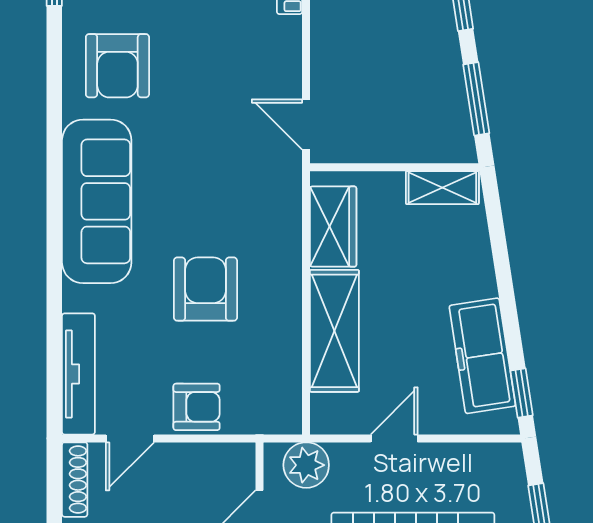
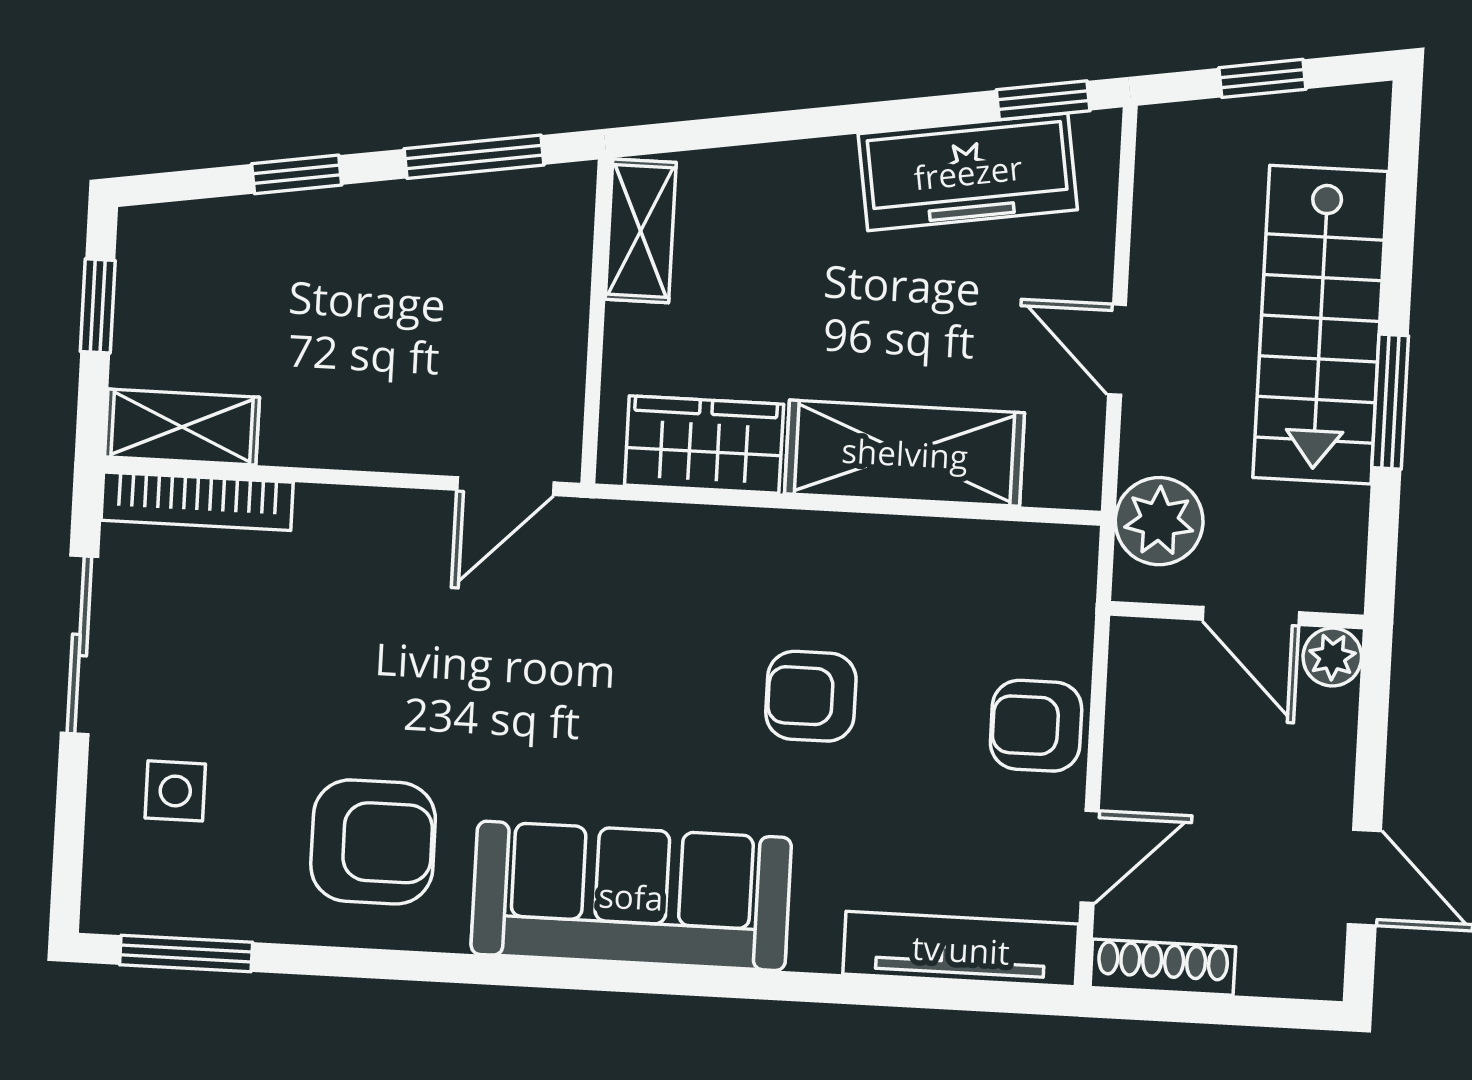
armchair: (205, 289) -> (811, 696), width x0.72, depth x0.72
armchair: (197, 407) -> (1036, 726), turned -90
door: (130, 438) -> (1090, 857), hinge flipped

